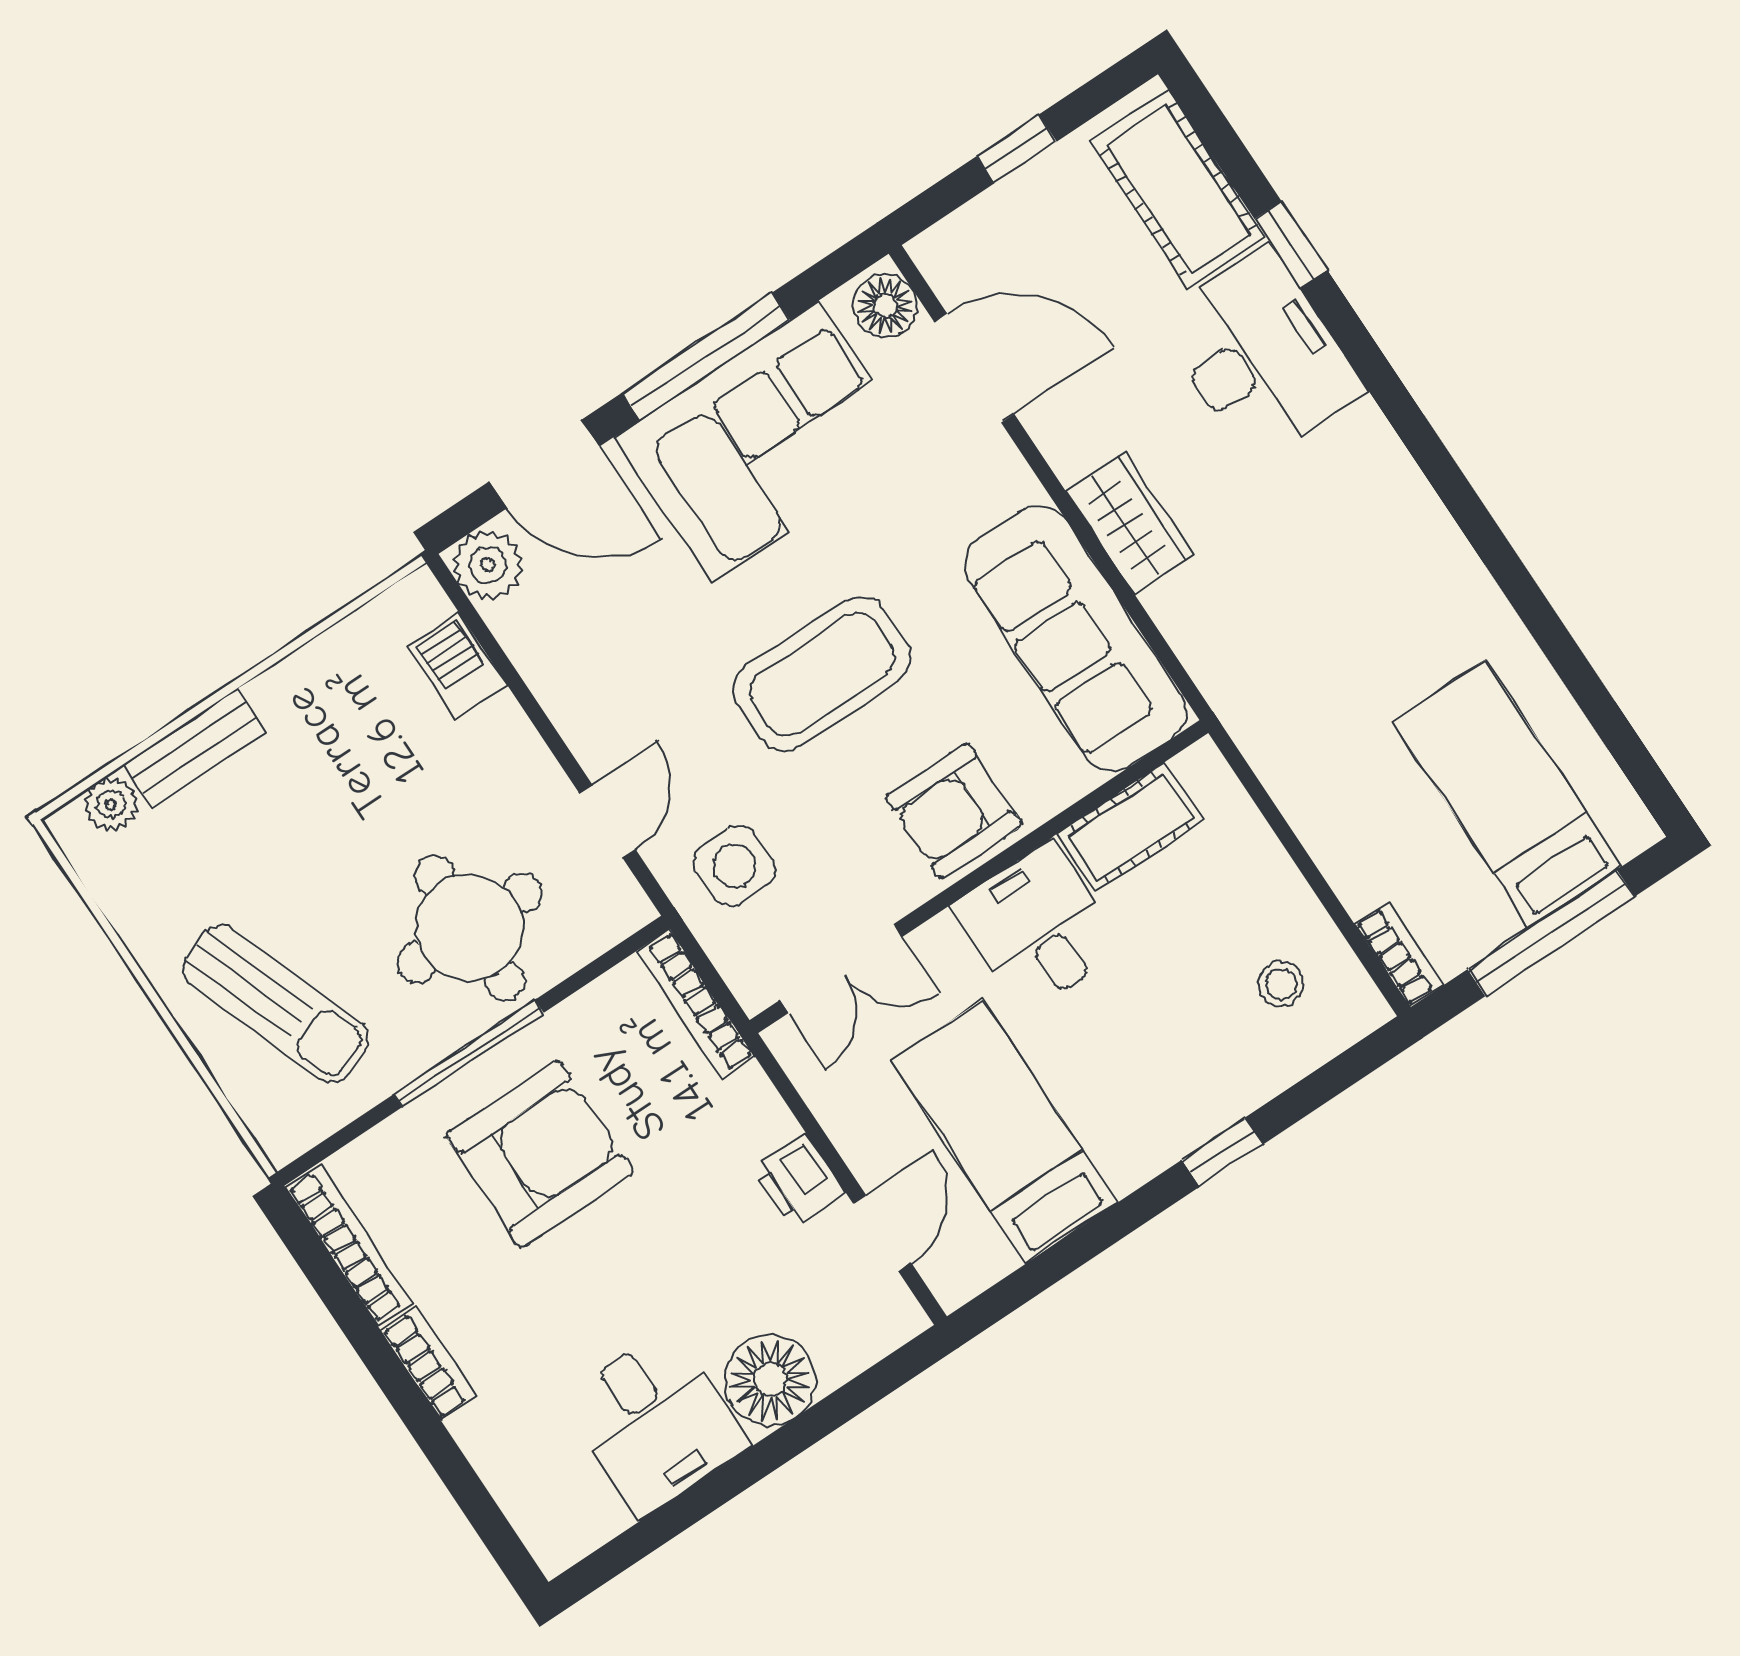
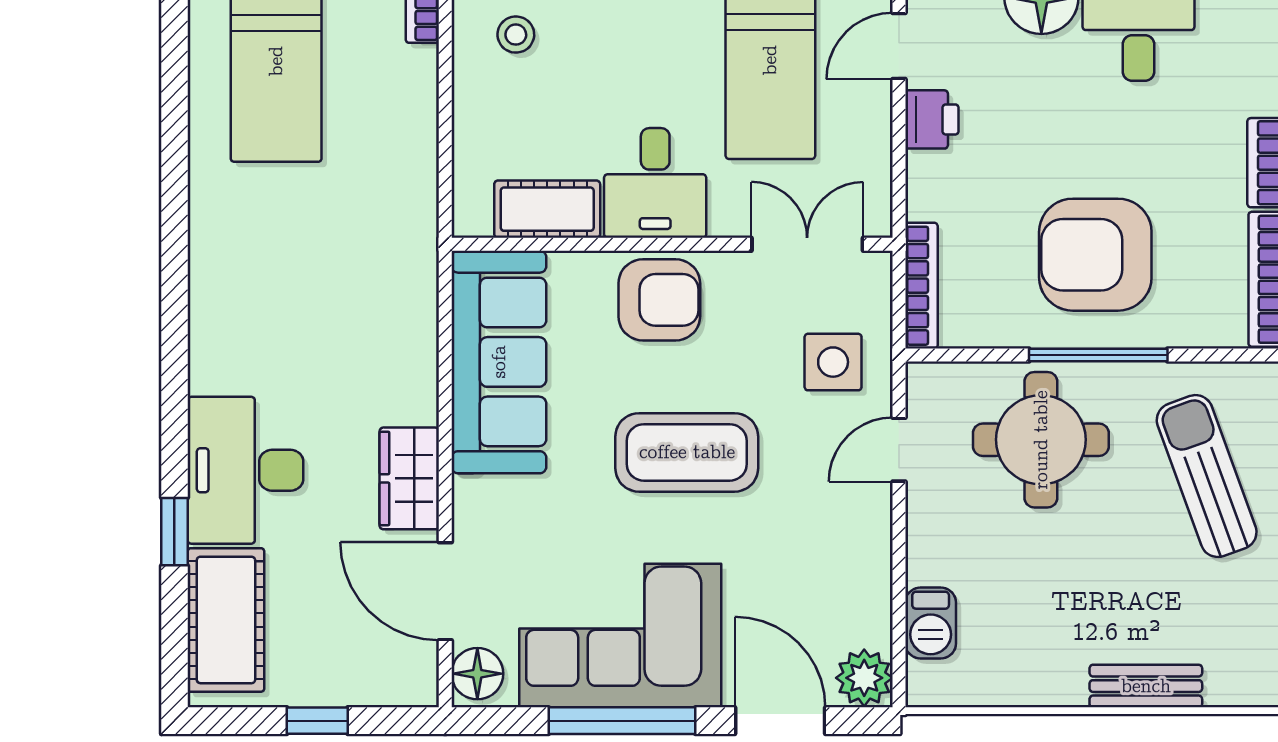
wardrobe: (1130, 522) -> (409, 478), moved
plant: (111, 804) -> (1228, 686), removed

